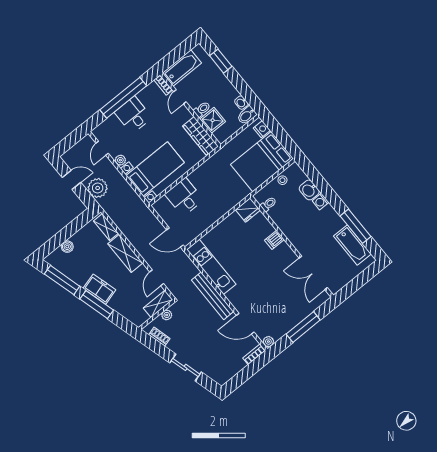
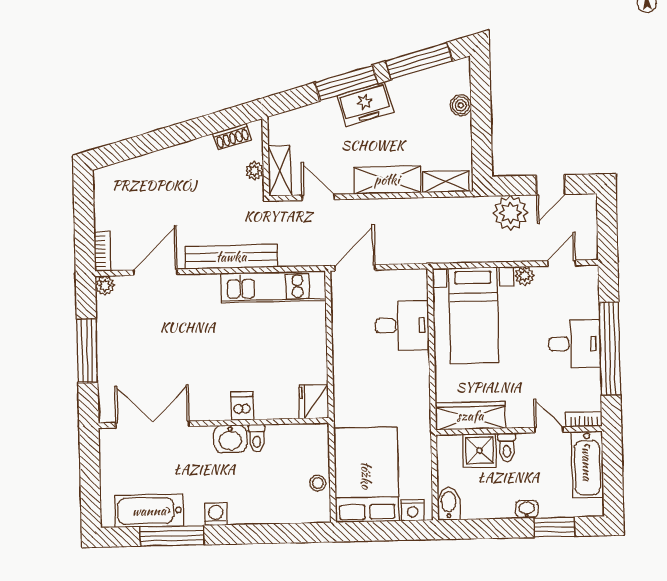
washbasin: (241, 103) -> (527, 509), moved
door: (102, 148) -> (562, 263), hinge flipped
washbasin: (309, 190) -> (230, 439), moved, turned 180
washing machine: (321, 202) -> (216, 514), moved
toilet: (268, 204) -> (257, 438), moved
sliding door: (186, 367) -> (159, 140), removed

